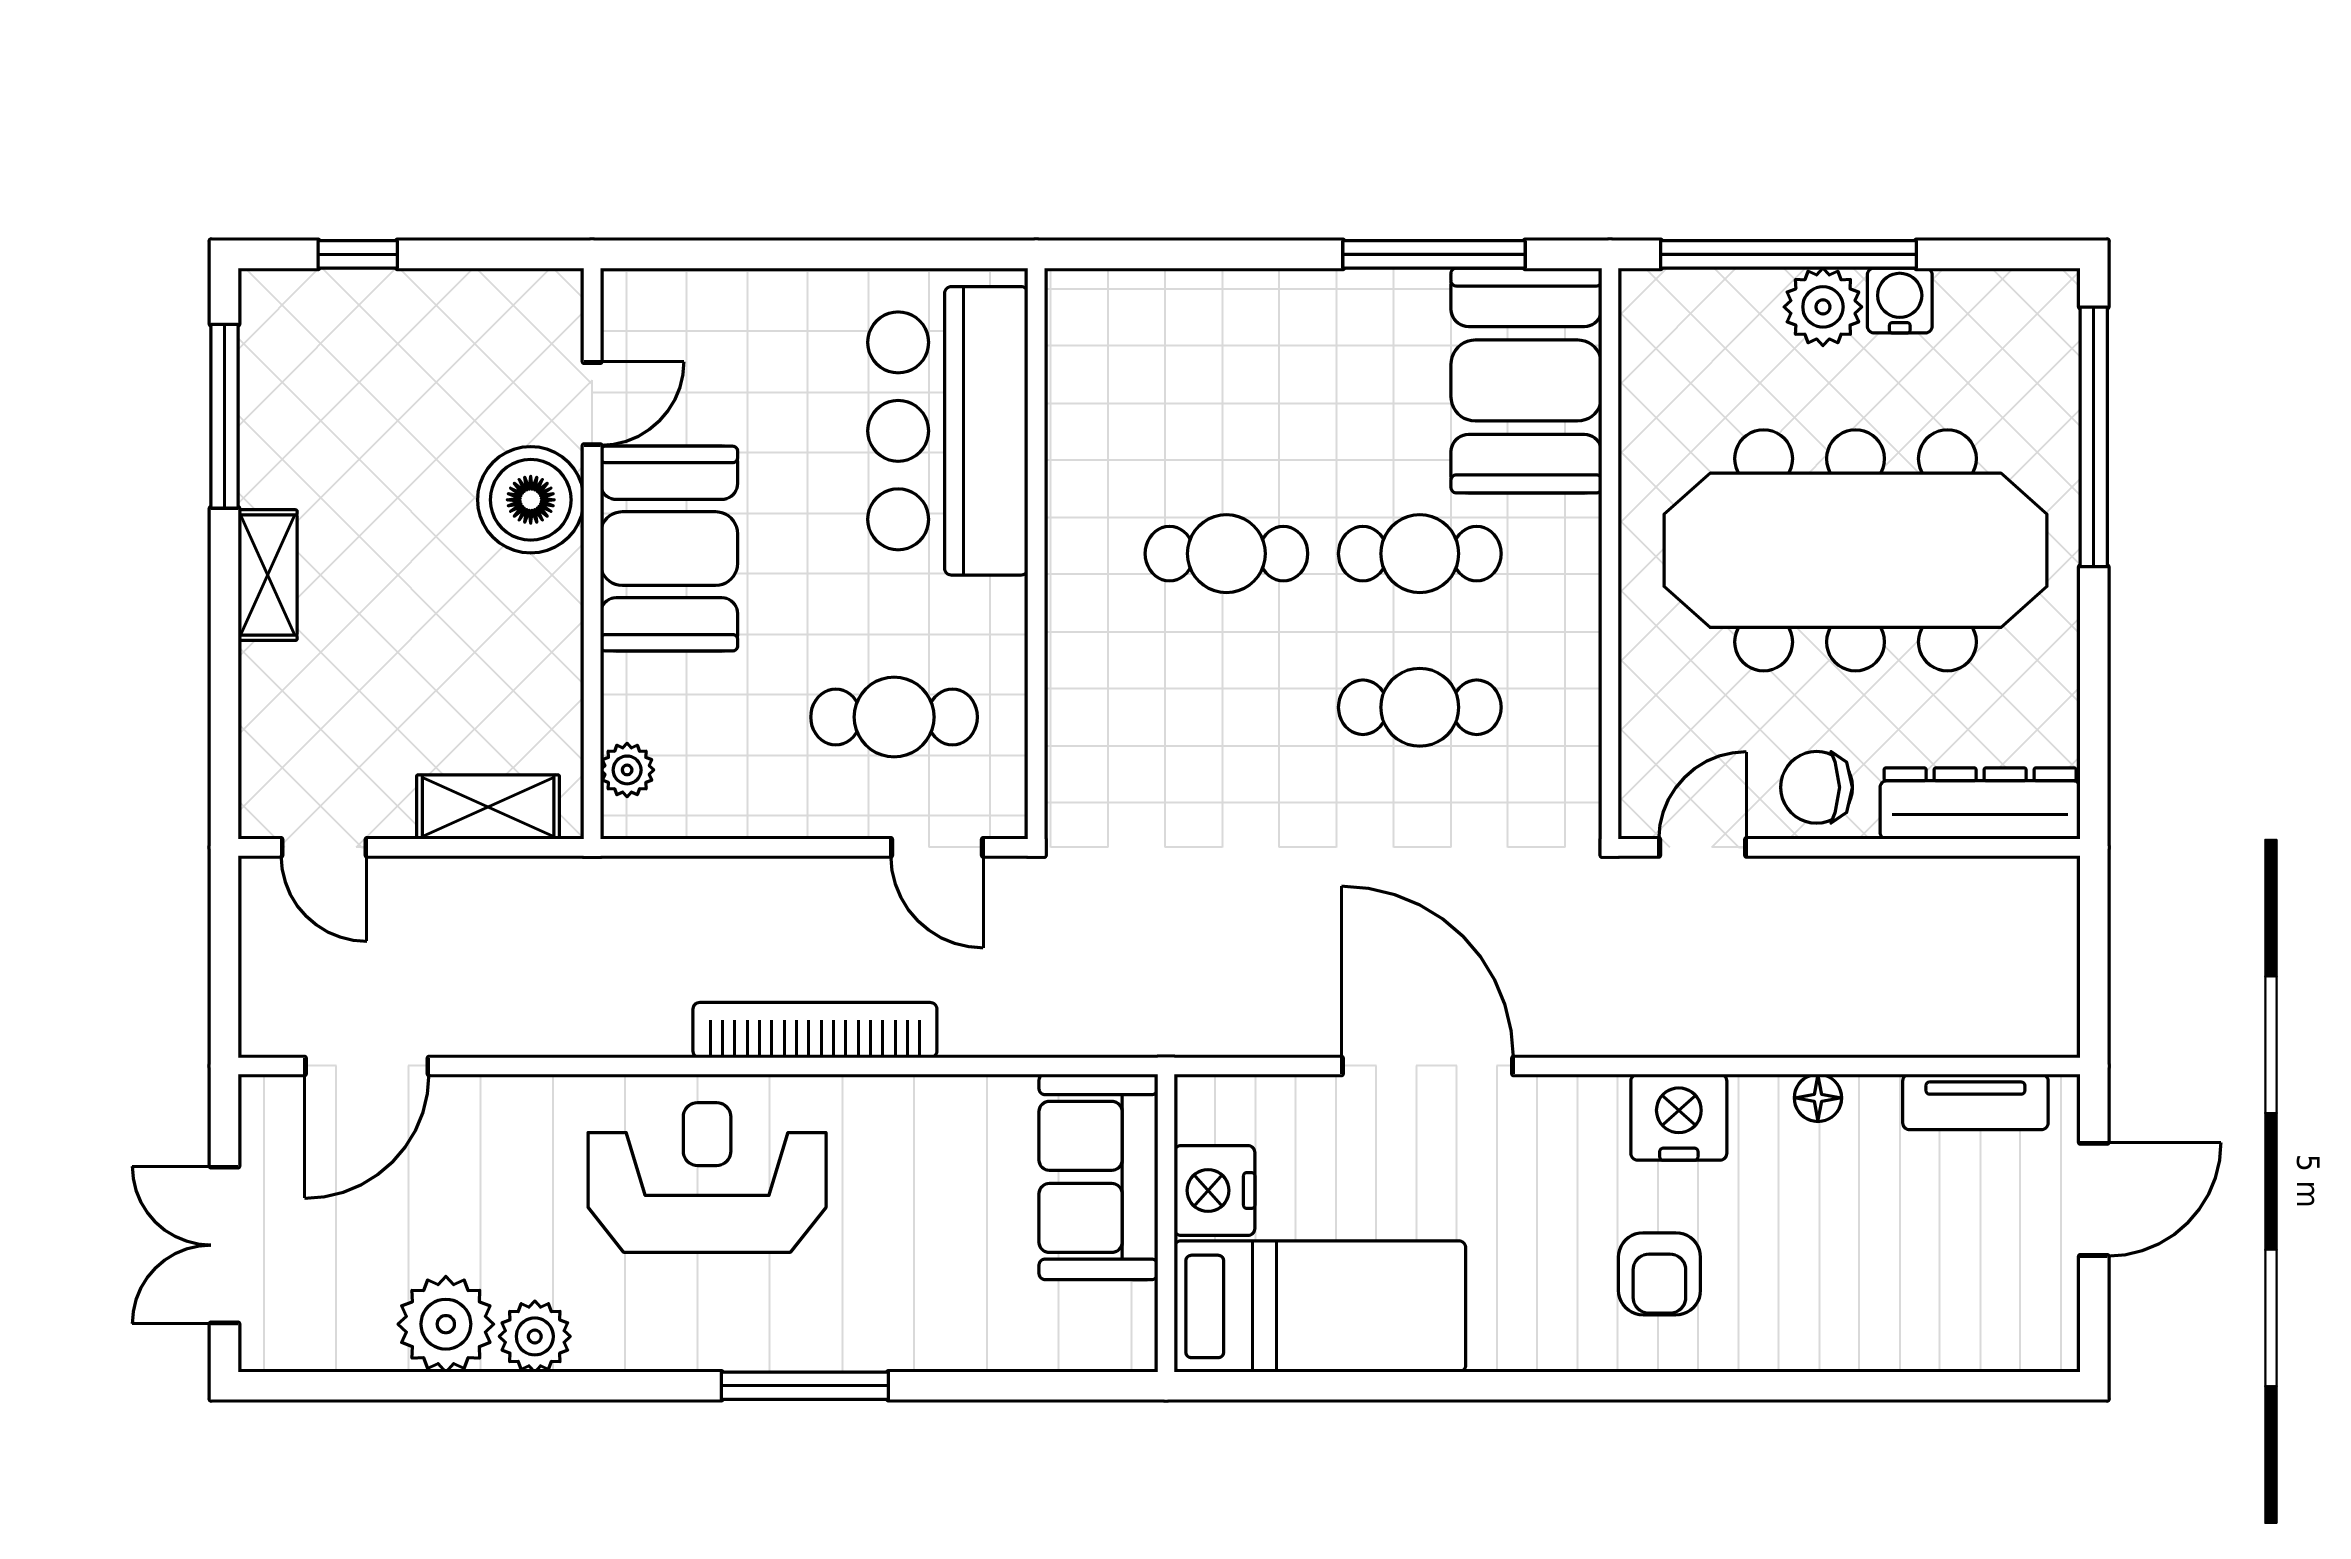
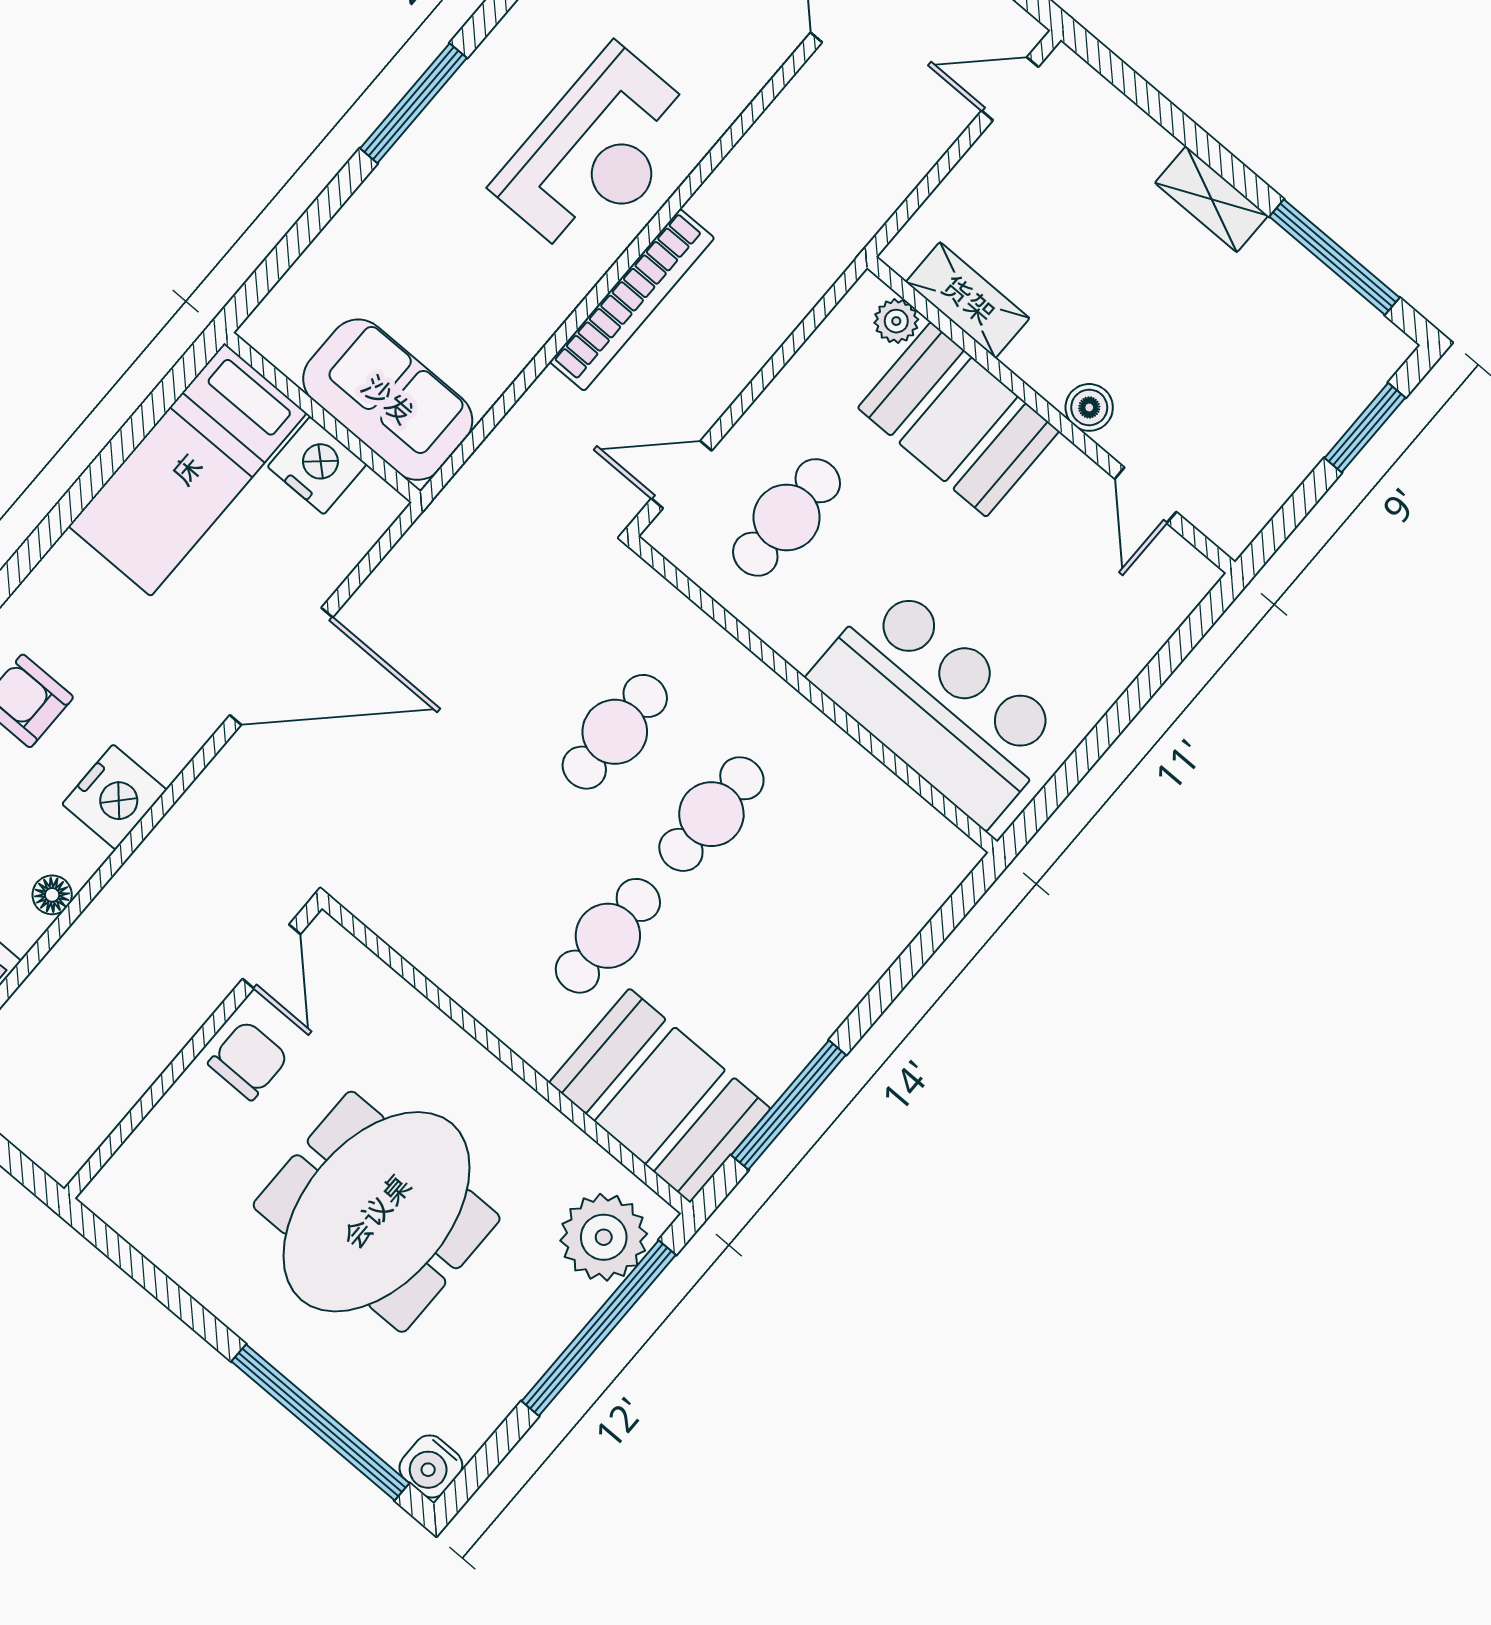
window: (358, 254) -> (1365, 428), width x1.50
water cooler: (1900, 301) -> (431, 1466), moved, turned 90
plant: (1823, 307) -> (604, 1237), moved, width x1.36, depth x1.36
boiler: (531, 500) -> (1089, 407), width x0.54, depth x0.54
booth: (669, 549) -> (959, 419), moved
meeting table: (1856, 550) -> (377, 1212), width x0.73
cafe table: (1420, 707) -> (615, 732), moved
dresser: (1980, 804) -> (151, 1155), removed
shelving: (488, 807) -> (968, 300), moved, turned 90

